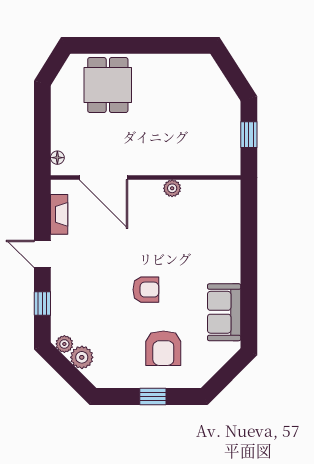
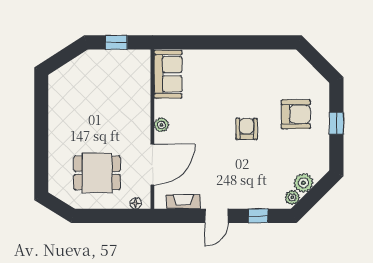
dining table: (108, 85) -> (97, 173), moved
plant: (172, 188) -> (161, 125), moved
sofa: (224, 312) -> (168, 74), moved, turned -90

